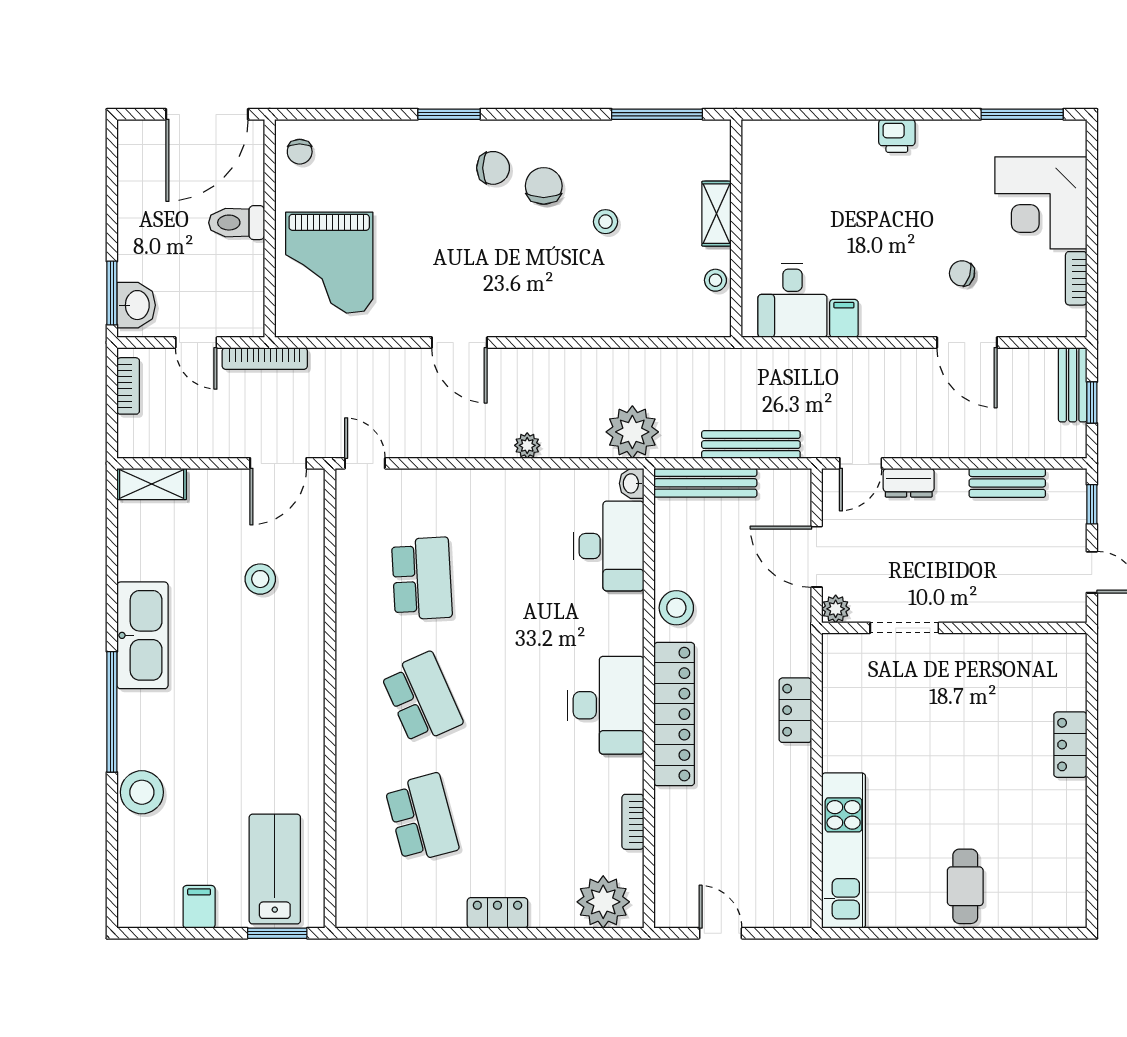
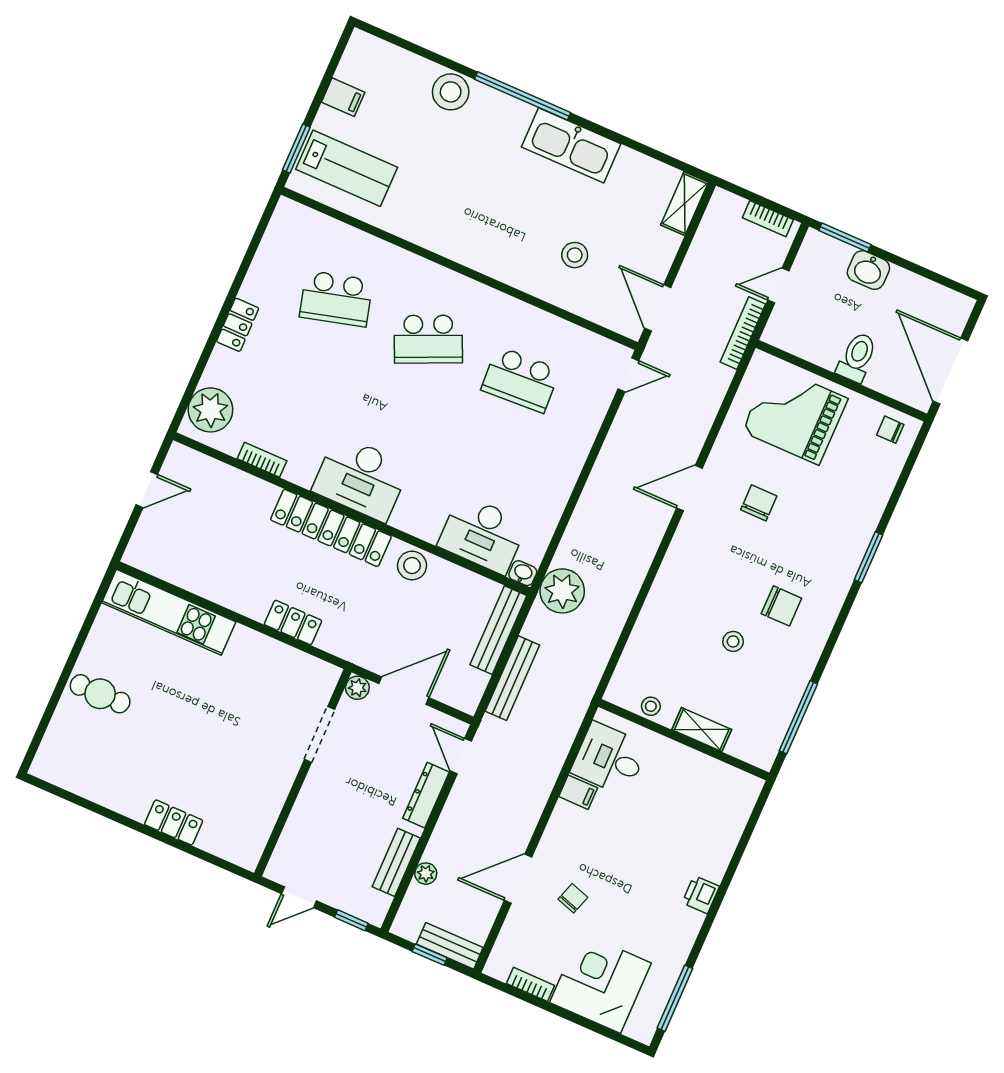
chair: (493, 168) -> (759, 503), moved, turned 180
washbasin: (136, 305) -> (868, 270), moved
plant: (527, 445) -> (426, 874), moved
dresser: (909, 483) -> (426, 795), width x1.44

